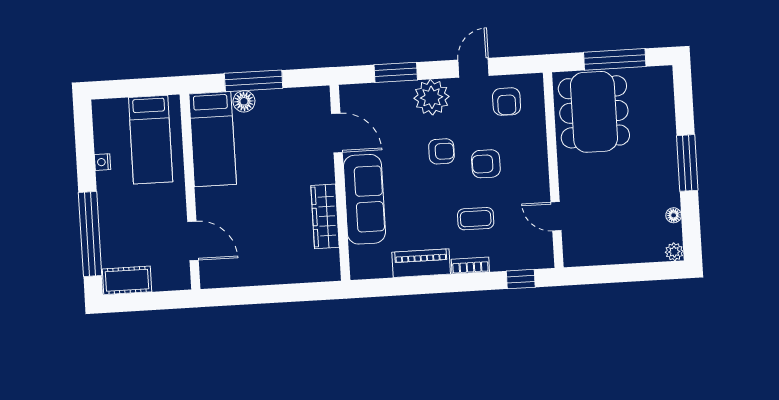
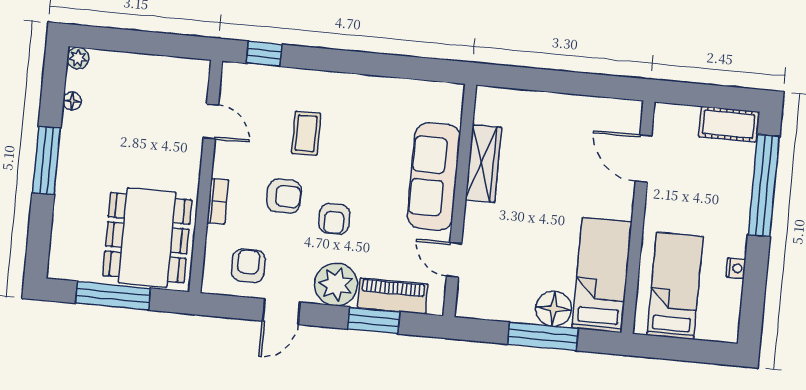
floor lamp: (244, 101) -> (554, 309), width x1.38, depth x1.38
door: (337, 133) -> (454, 260), width x0.73
armchair: (441, 151) -> (334, 219), turned -90
coffee table: (476, 219) -> (306, 133), turned 90
piano: (421, 263) -> (393, 296), moved, turned 180
bookcase: (470, 265) -> (218, 201), moved, turned -90

